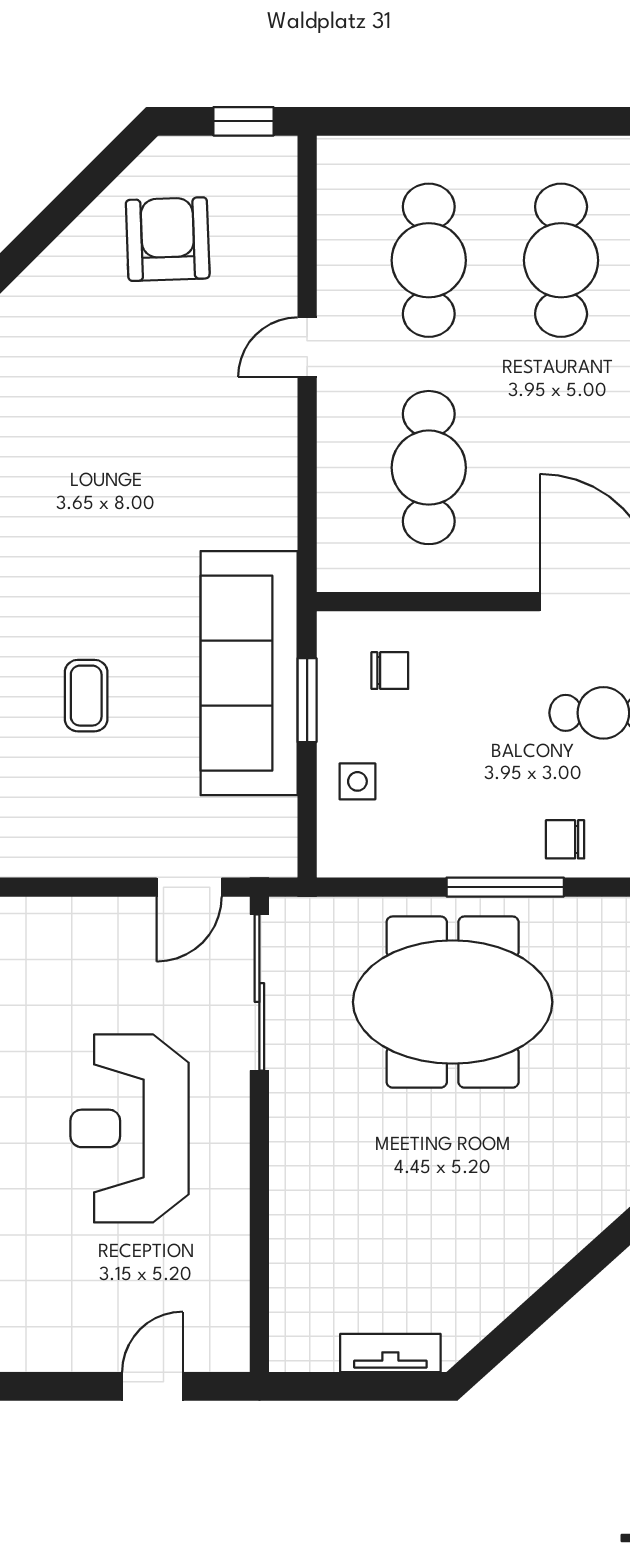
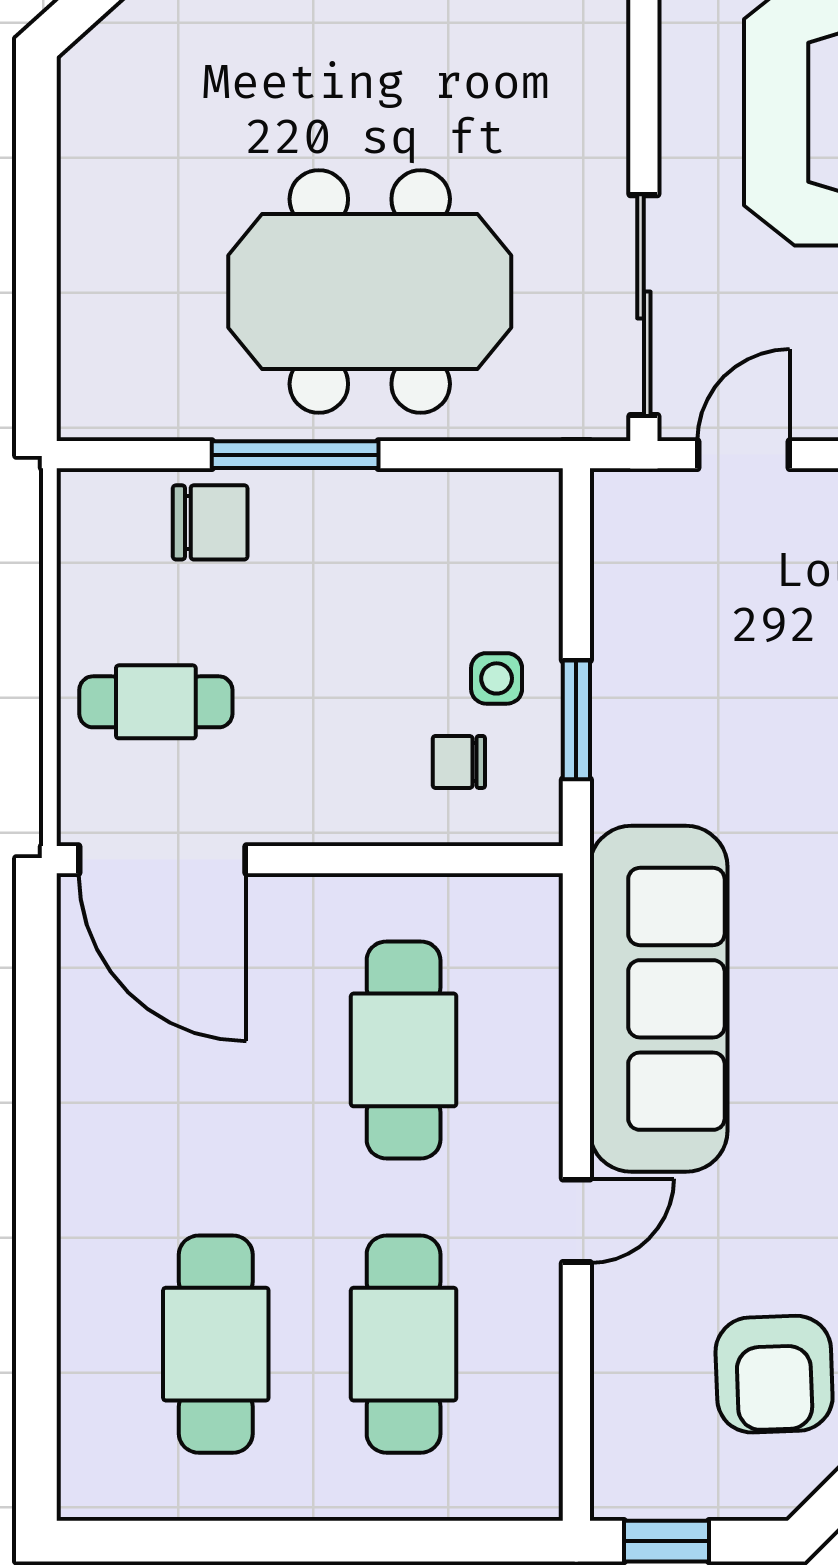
sofa: (249, 673) -> (659, 999), moved
side table: (357, 781) -> (497, 678), moved
chair: (565, 839) -> (210, 522), width x1.37, depth x1.37

